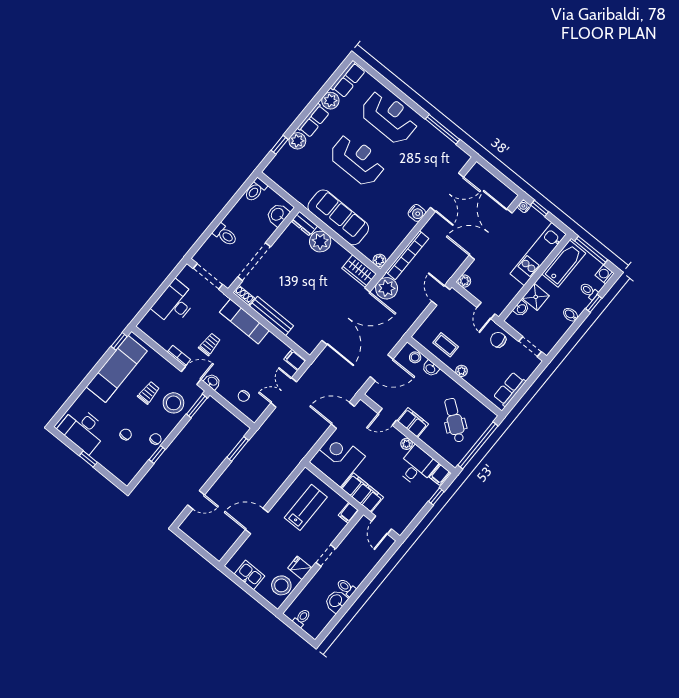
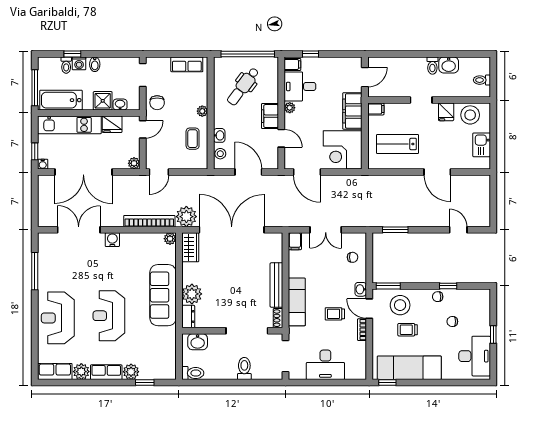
washing machine: (605, 274) -> (79, 63), moved
fridge: (510, 289) -> (112, 124), added

